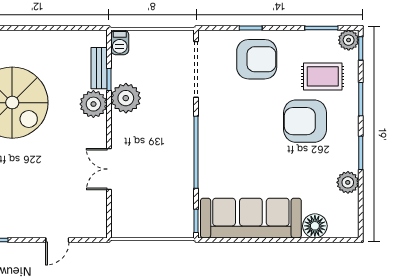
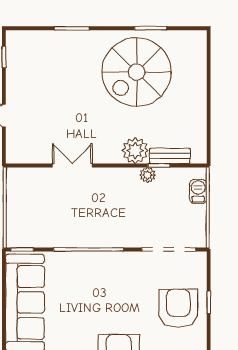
barbecue: (120, 42) -> (198, 191), moved, turned 90
armchair: (257, 59) -> (178, 308), turned 180
plant: (126, 98) -> (148, 175), width x0.53, depth x0.53

